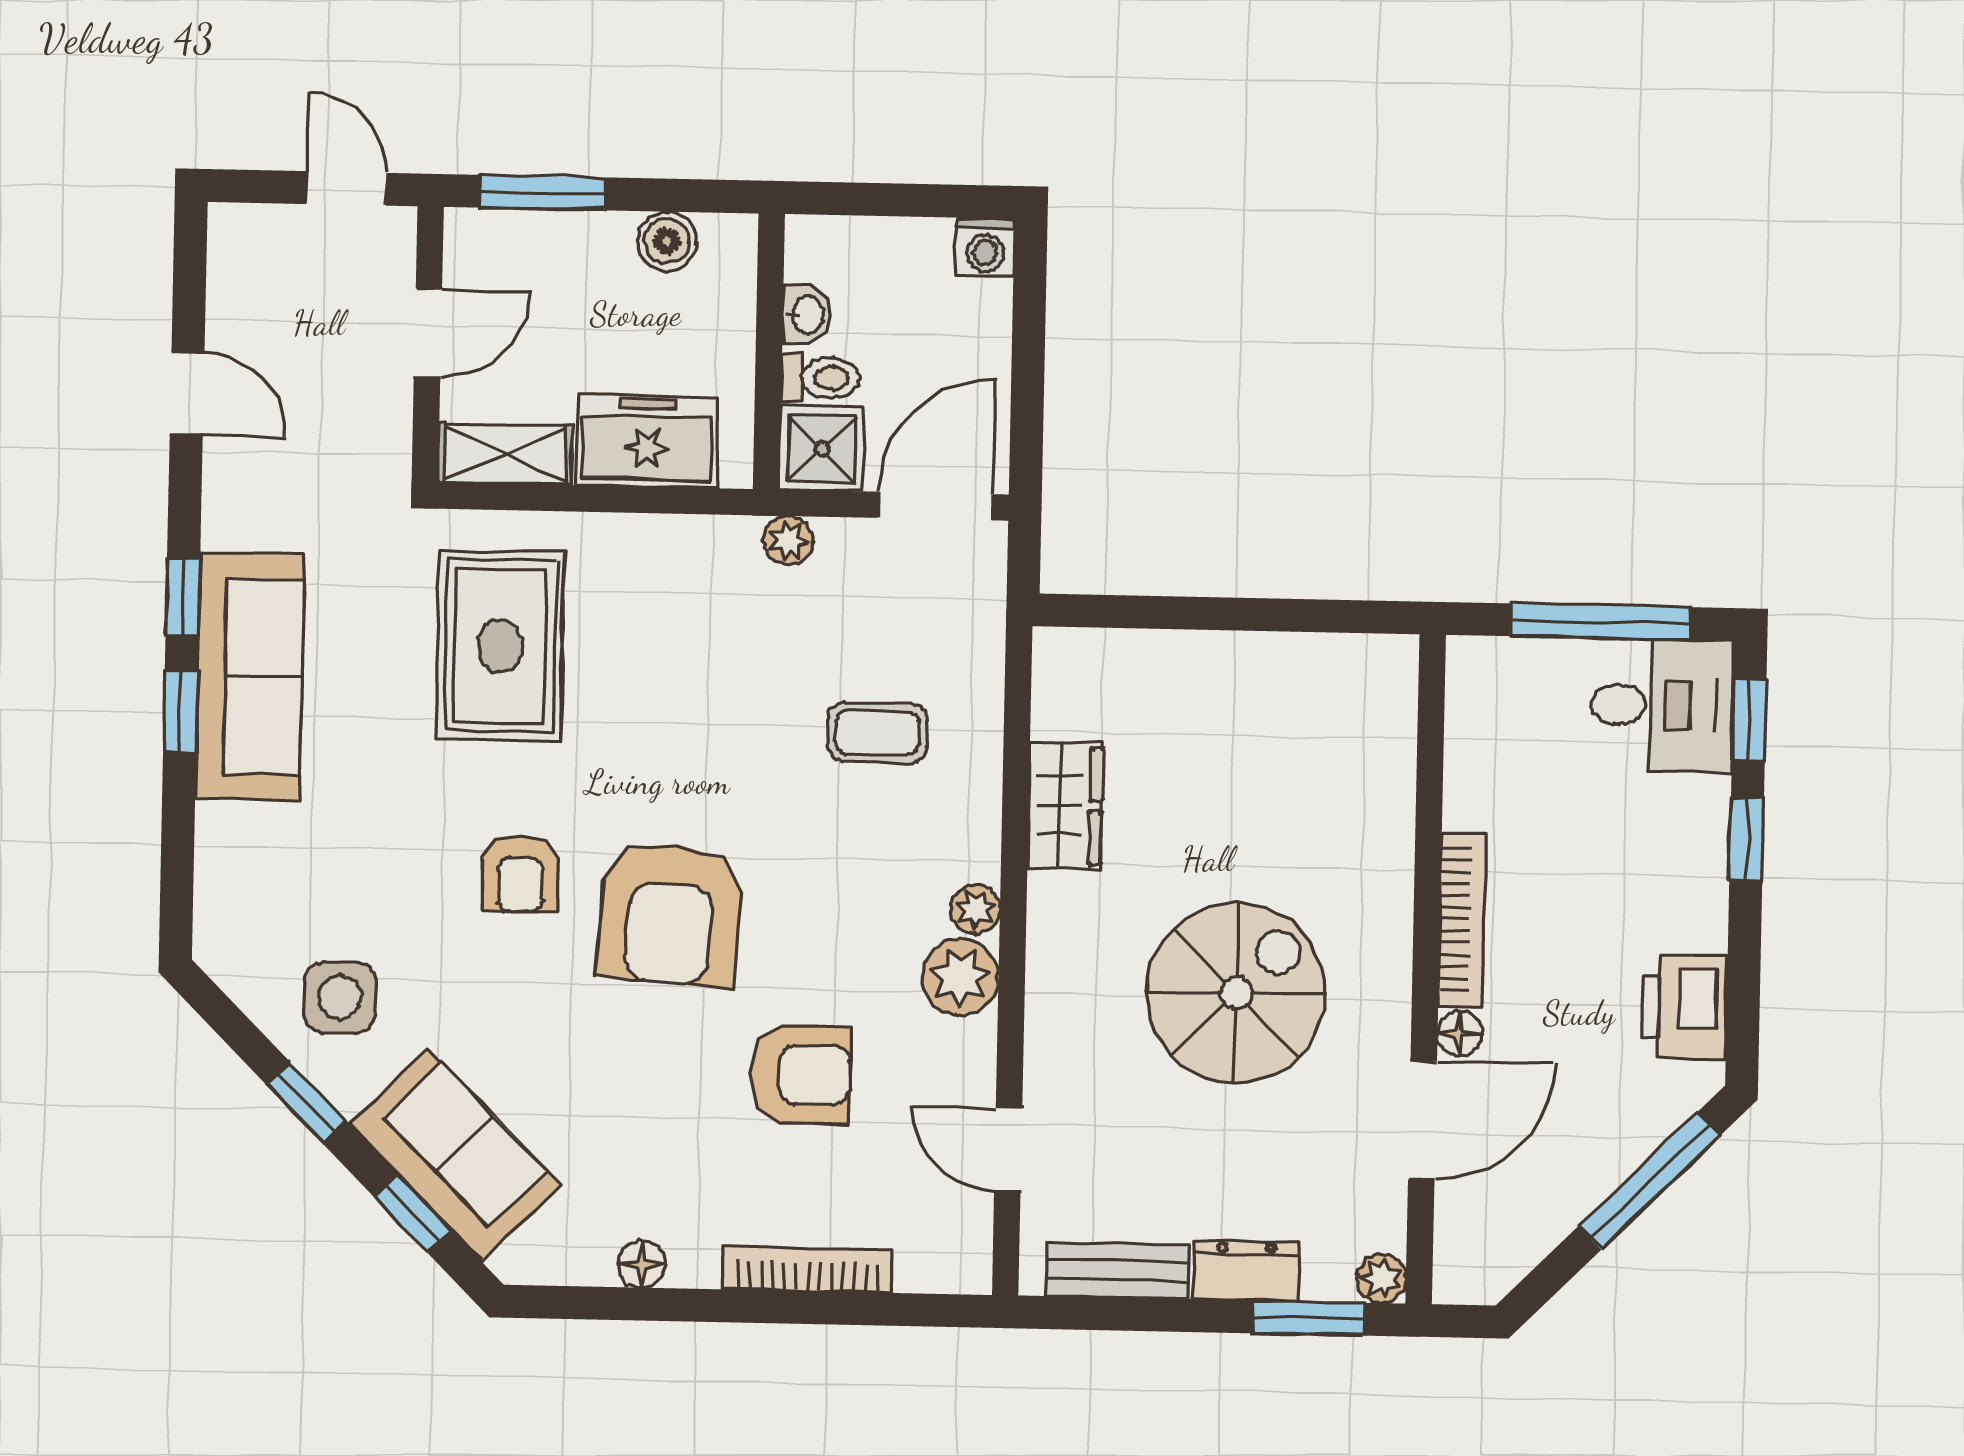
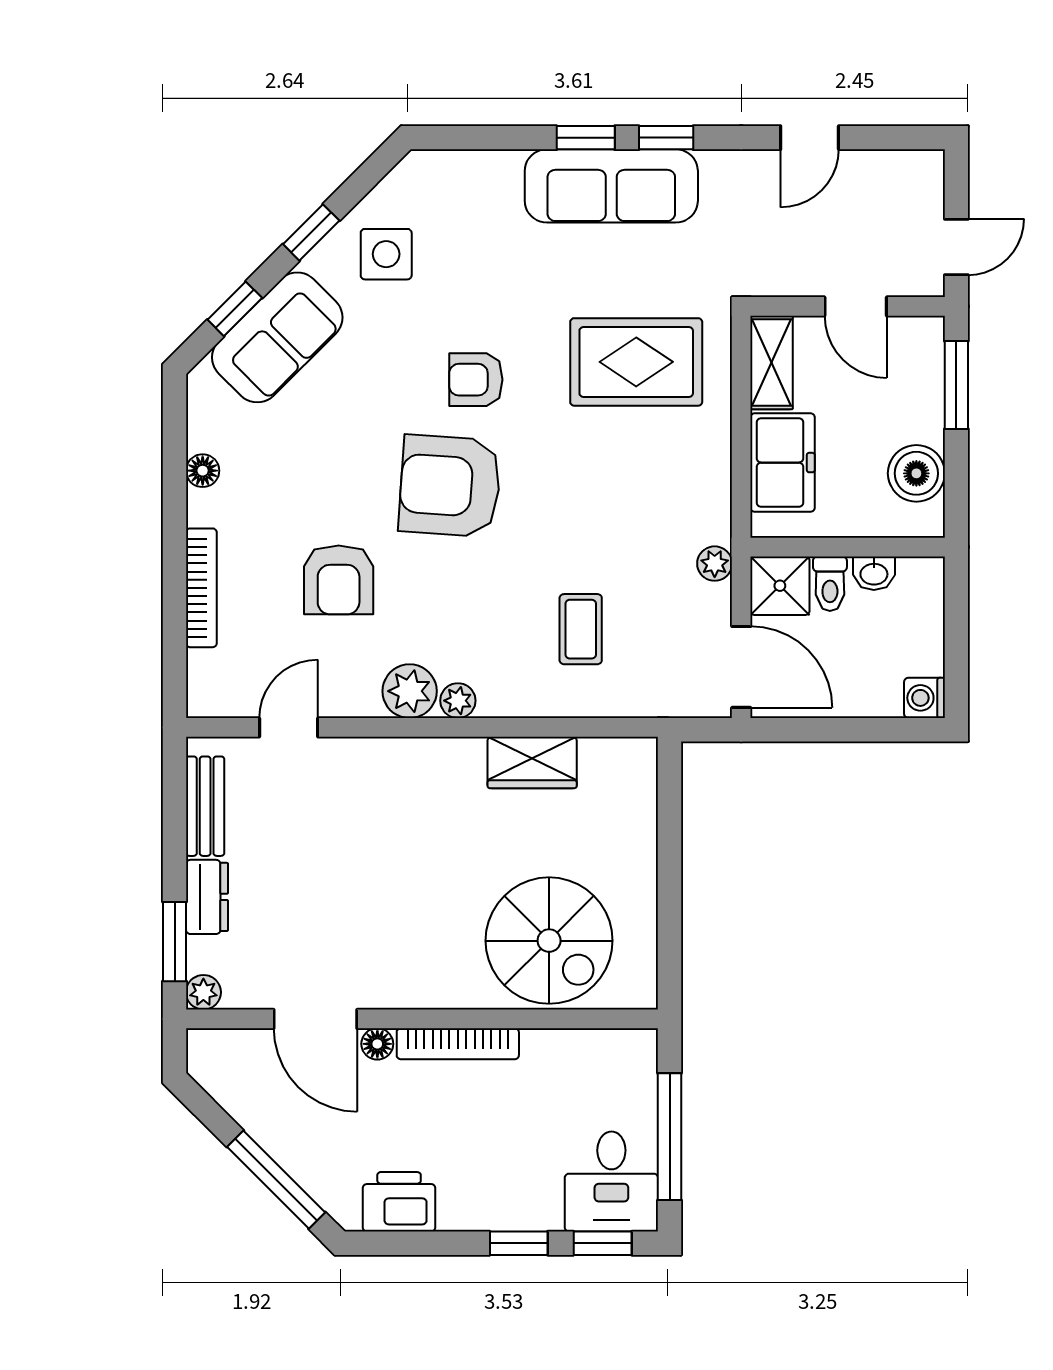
boiler: (667, 241) -> (916, 473), width x1.36, depth x1.36
spiral stairs: (1236, 993) -> (549, 941), moved

